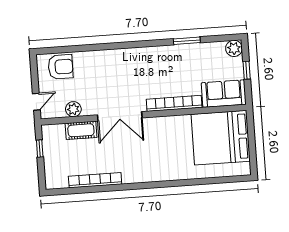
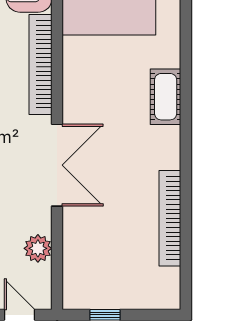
cot: (81, 130) -> (166, 97), moved

